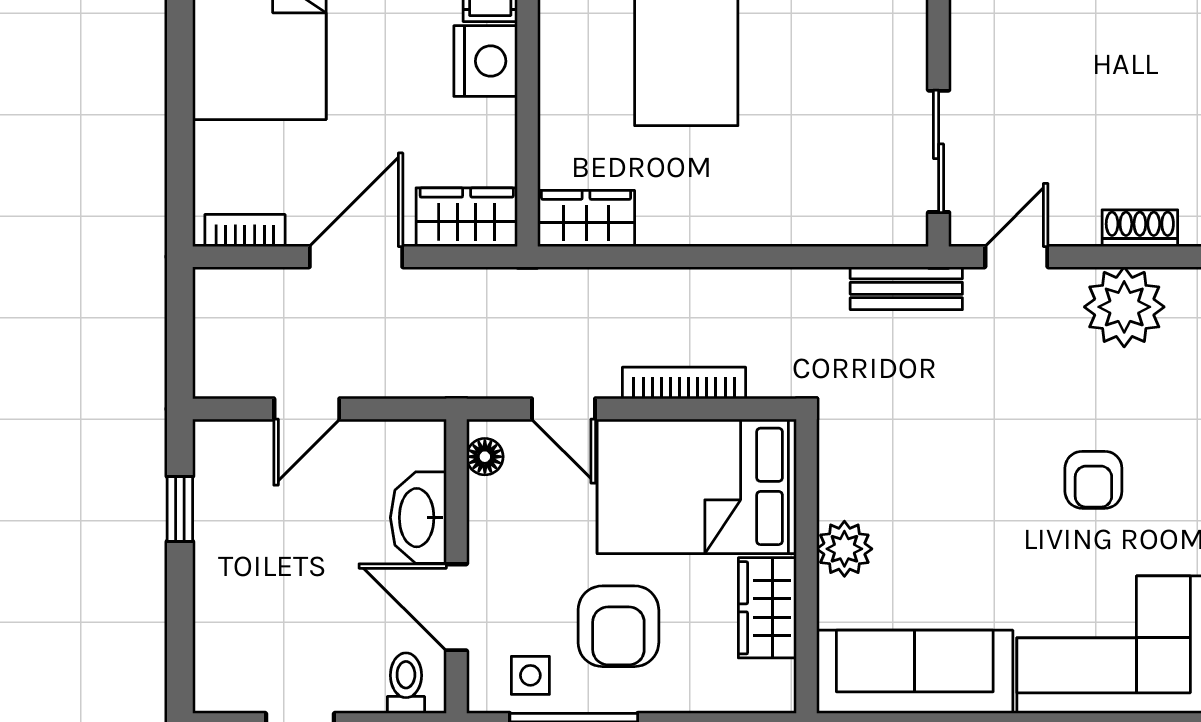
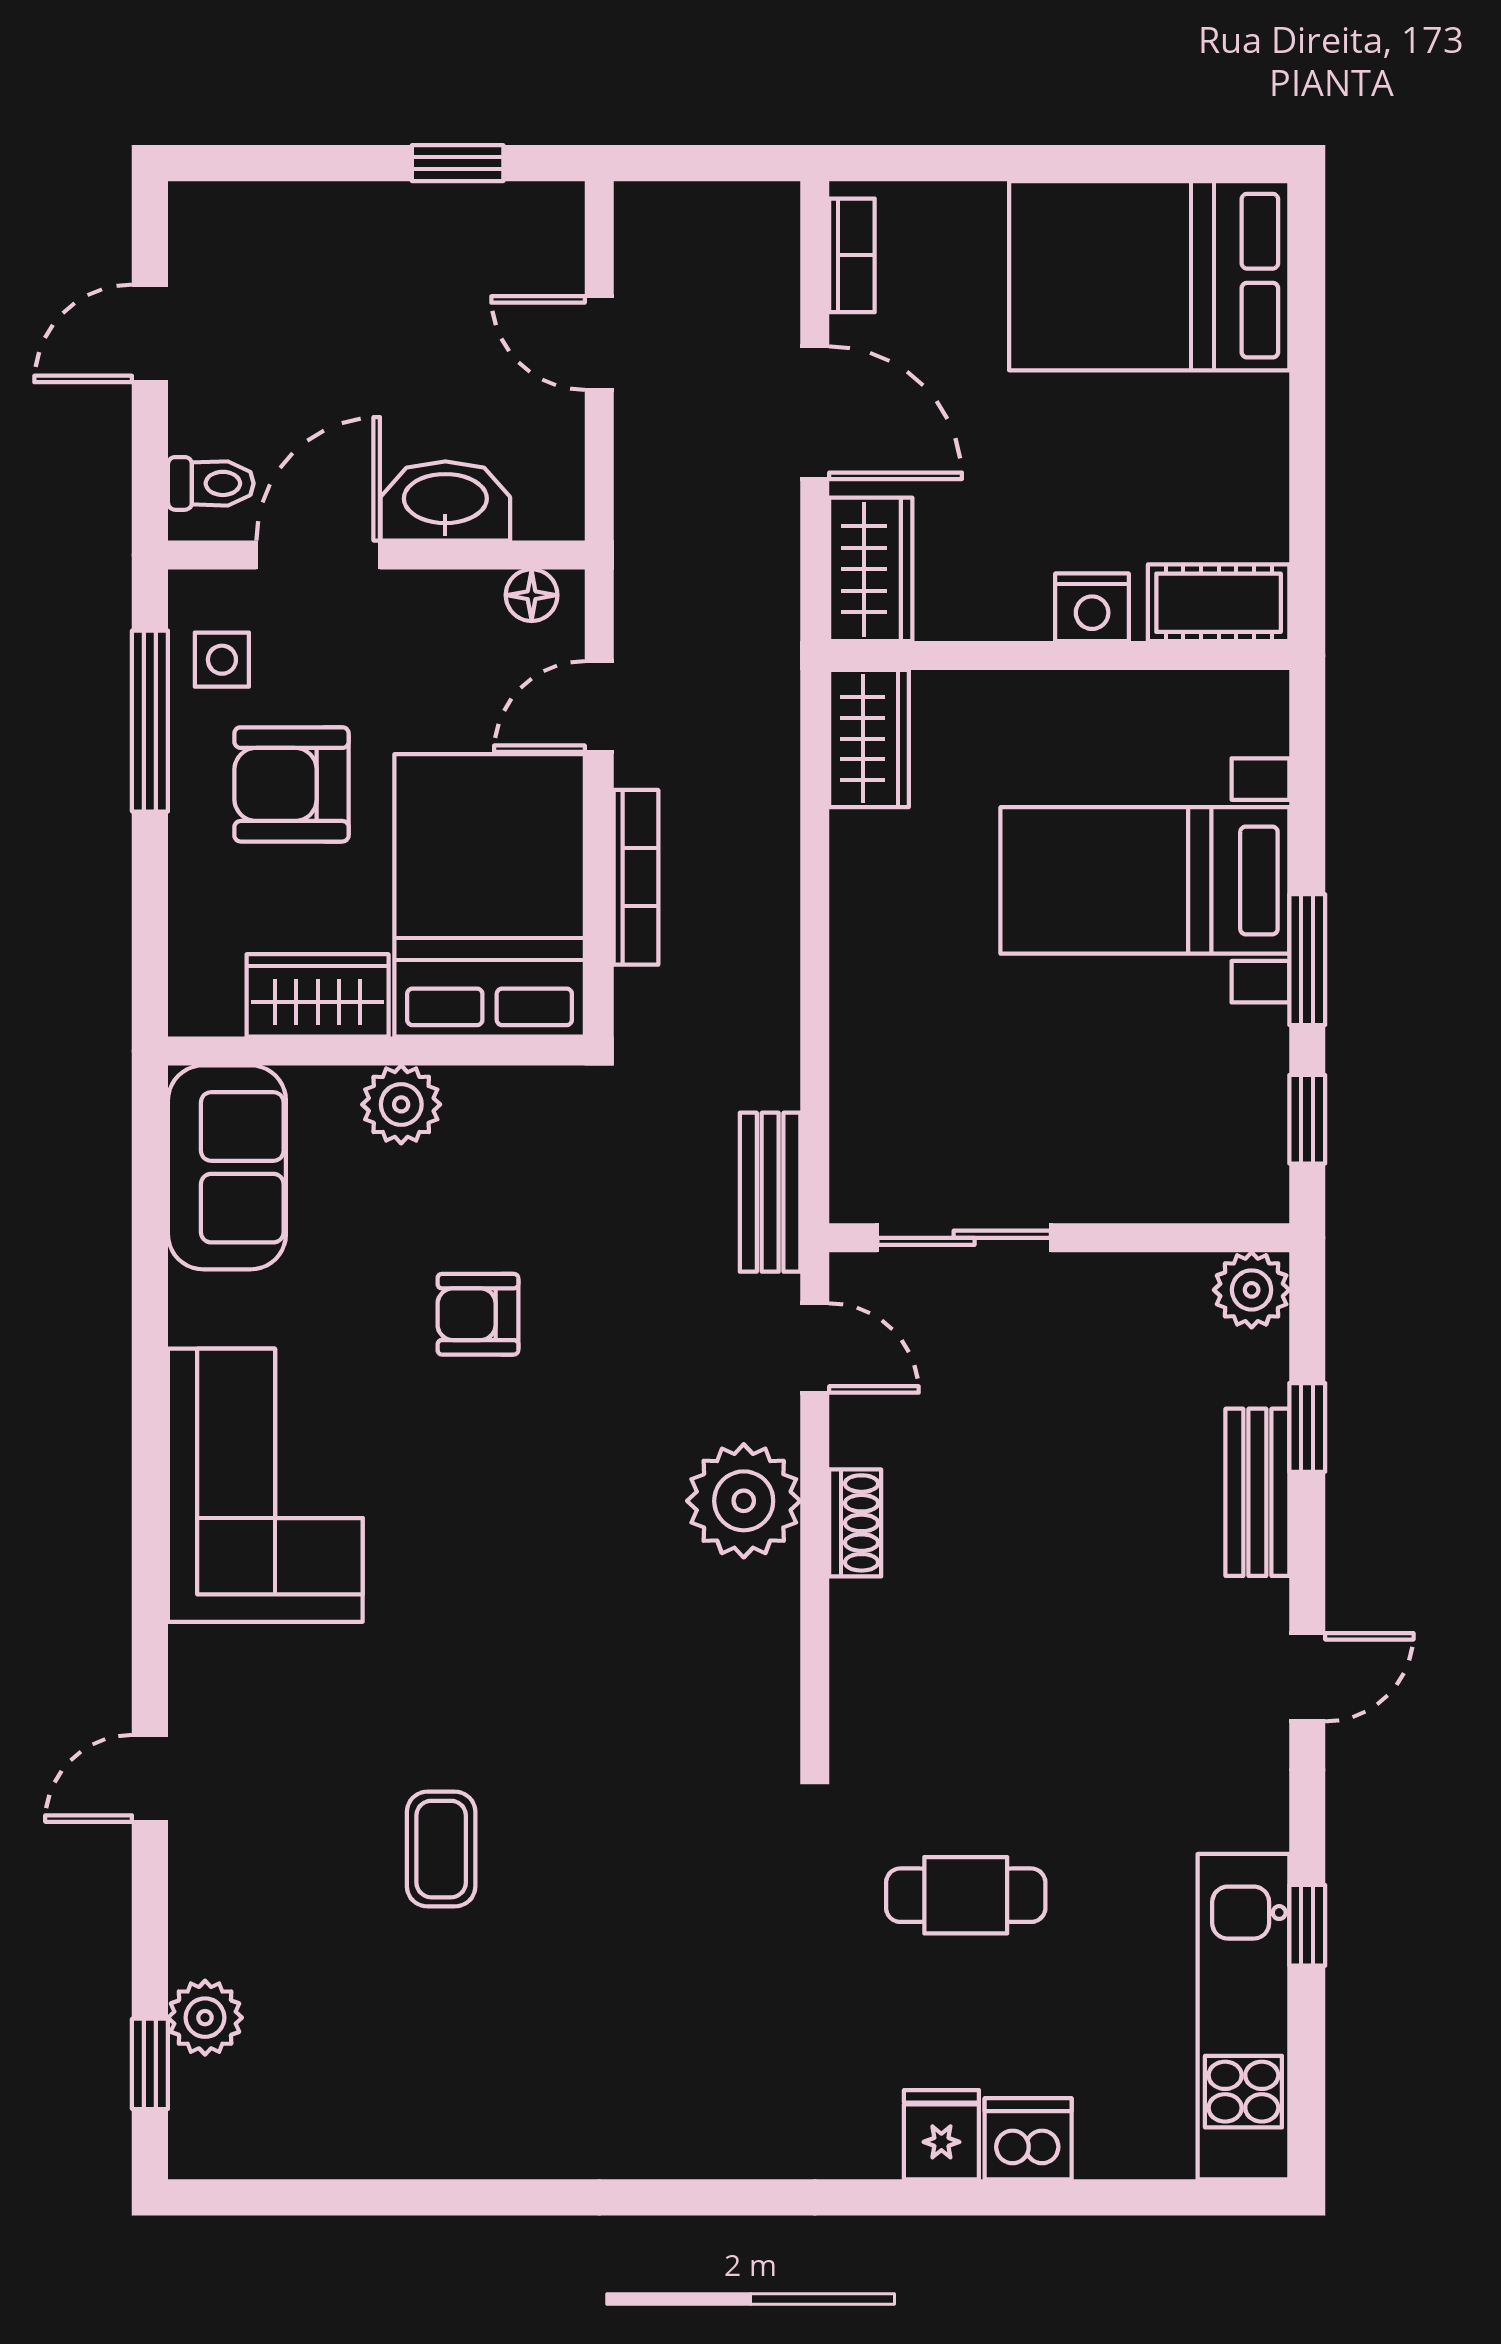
nightstand: (486, 61) -> (1092, 607), width x0.74, depth x0.75
armchair: (1093, 480) -> (478, 1314), moved
sofa: (915, 672) -> (227, 1167), width x0.73

